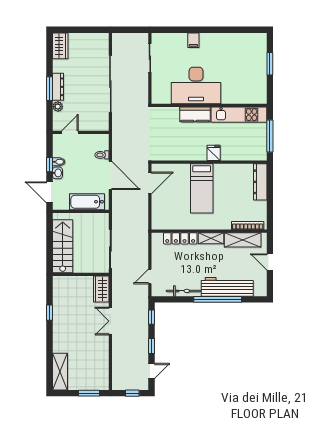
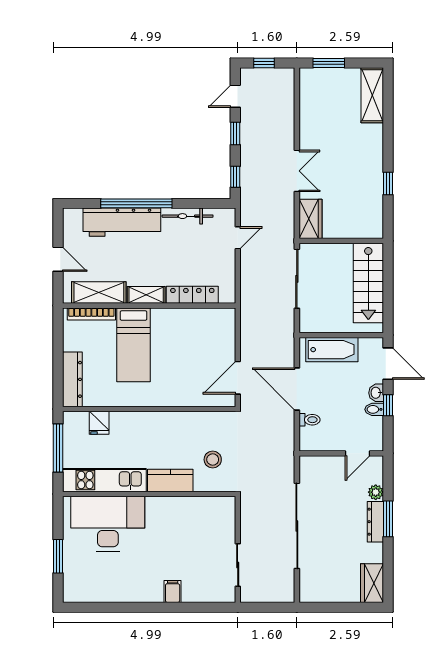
desk: (196, 85) -> (108, 524), moved
stool: (167, 128) -> (213, 460), added
fridge: (214, 153) -> (99, 423), moved
bed: (202, 188) -> (133, 345), moved, turned 180

